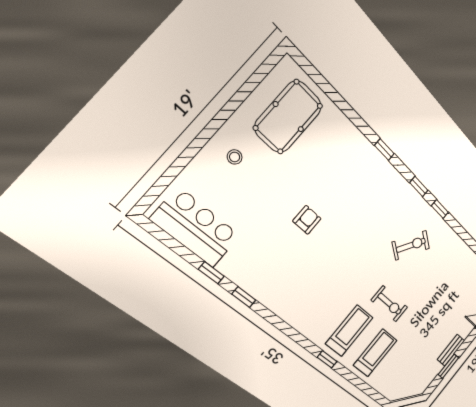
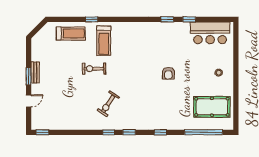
window: (331, 92) -> (204, 132), added
pool table: (288, 117) -> (212, 107), turned 90
treadmill: (375, 353) -> (71, 34), moved, turned -90
window: (327, 359) -> (92, 19), moved
window: (448, 366) -> (29, 76), moved

